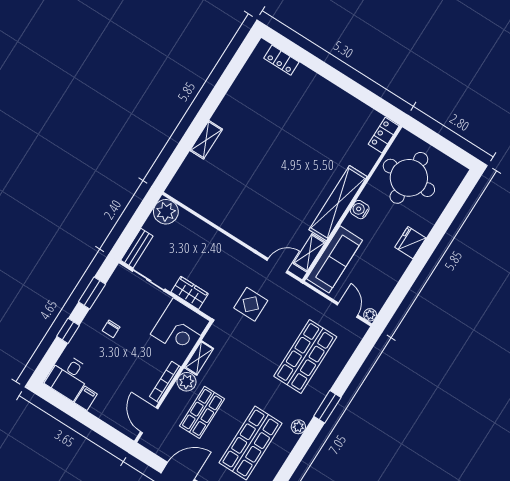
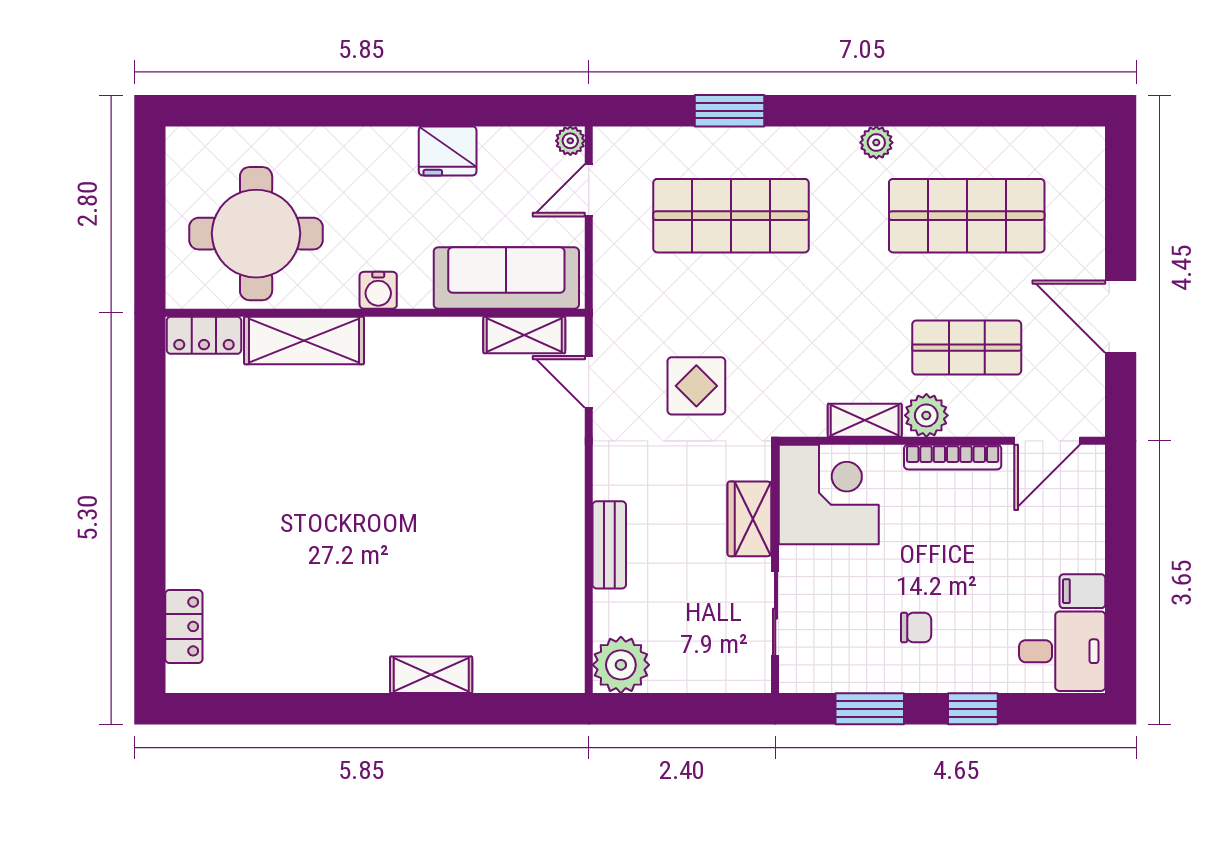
shelving: (338, 203) -> (304, 341), moved, width x0.68
fridge: (410, 243) -> (448, 151), moved
bench: (137, 248) -> (609, 545), moved, turned 90
window: (327, 407) -> (730, 111), moved

